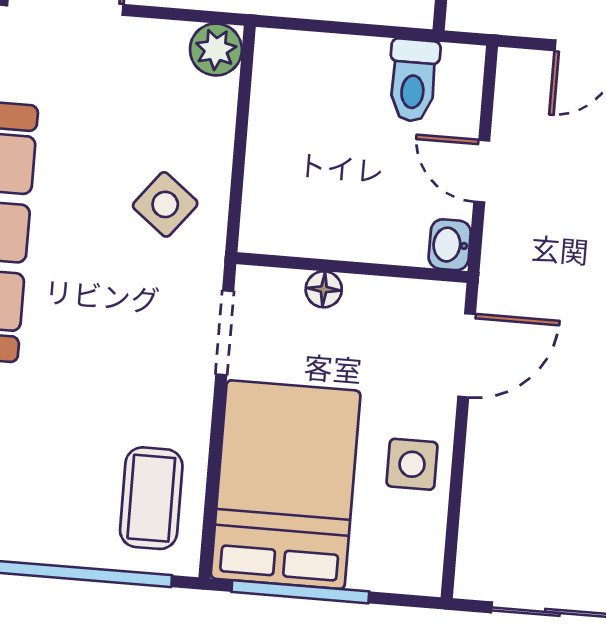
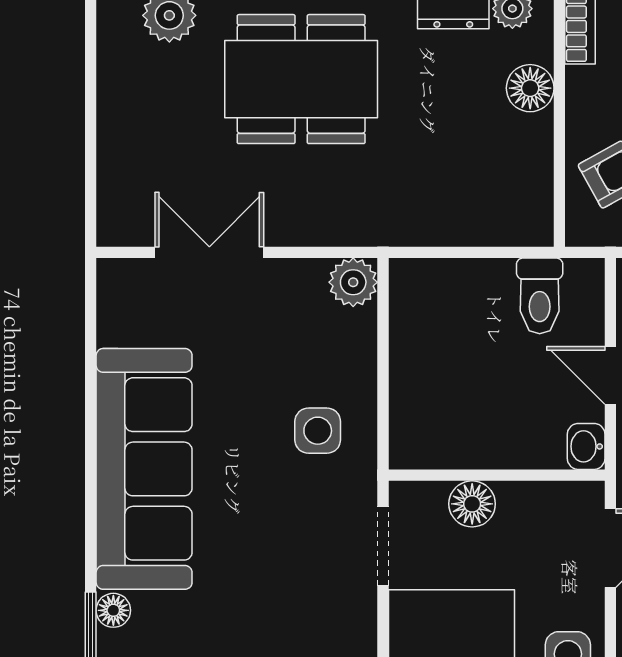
side table: (165, 204) -> (318, 431), turned -38
floor lamp: (324, 289) -> (472, 504), width x1.37, depth x1.37

